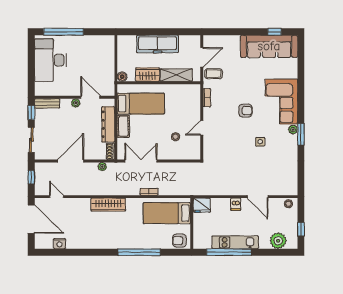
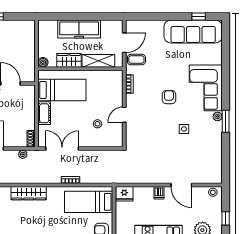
armchair: (245, 111) -> (169, 97), turned -90
dresser: (108, 124) -> (29, 111), removed

